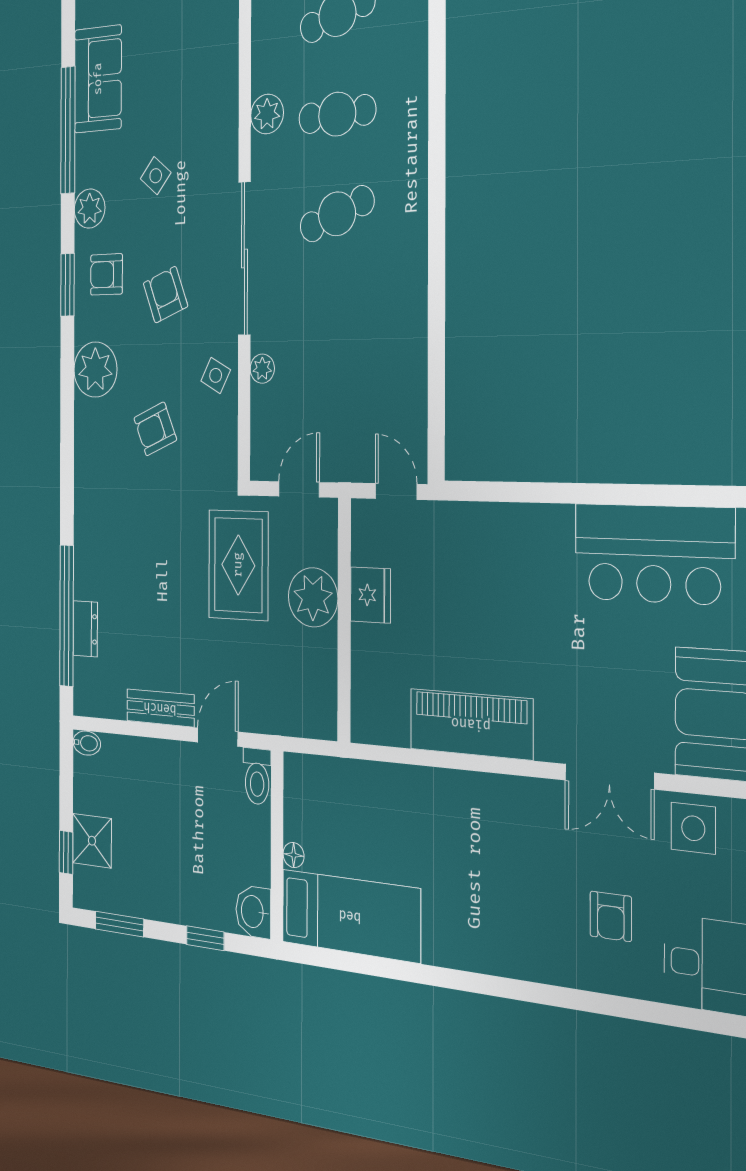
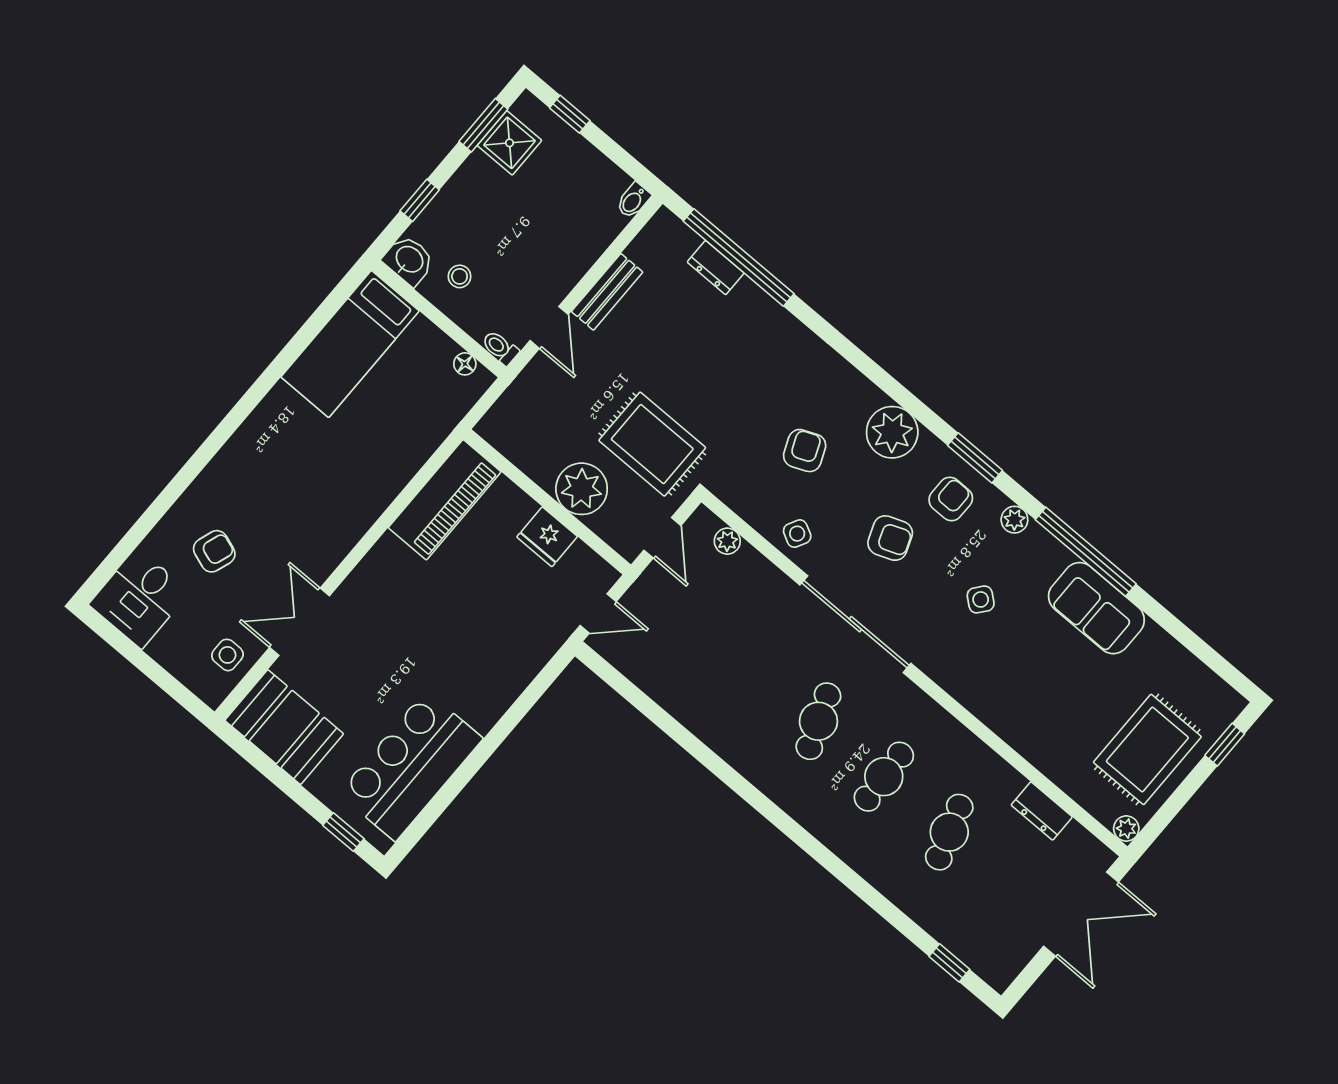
plant: (267, 114) -> (936, 724), removed
plant: (90, 209) -> (1014, 520), width x0.73, depth x0.73
plant: (262, 369) -> (727, 541), moved
piano: (471, 724) -> (445, 500), moved
toilet: (257, 776) -> (500, 348), width x0.73, depth x0.72
side table: (693, 828) -> (227, 655), width x0.73, depth x0.73
shower: (92, 841) -> (510, 143), moved
stool: (235, 853) -> (460, 276), added
floor lamp: (294, 855) -> (465, 364), moved
armchair: (611, 916) -> (214, 551), turned 109

